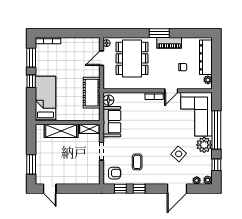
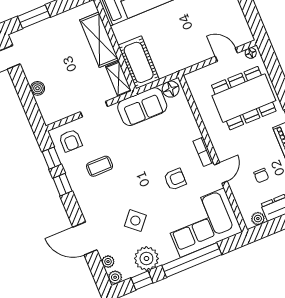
door: (171, 91) -> (221, 173), swing flipped
cot: (92, 93) -> (139, 62), moved, turned 90
armchair: (164, 120) -> (175, 179), added
plant: (204, 145) -> (146, 258), moved
boiler: (75, 180) -> (38, 88), added

